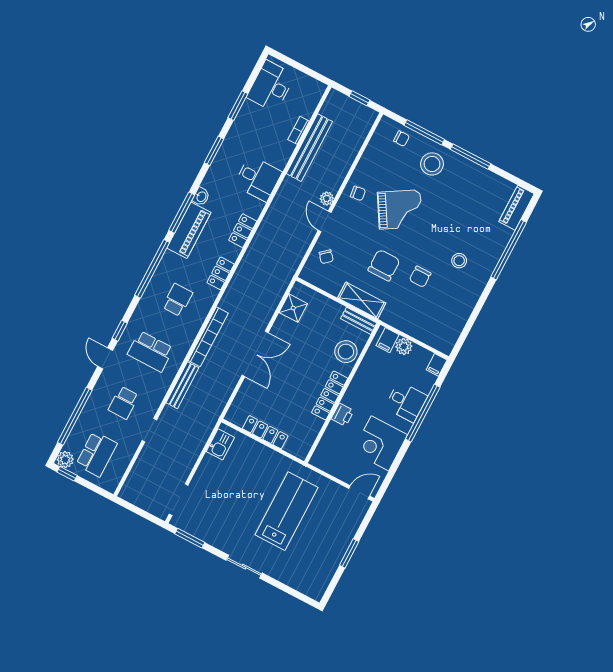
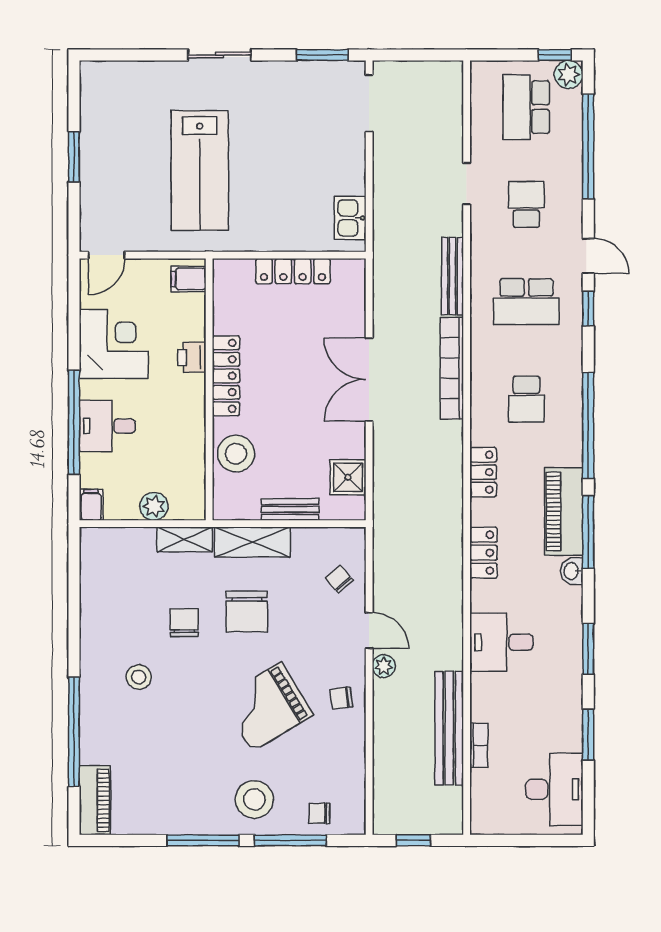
bench: (359, 321) -> (290, 509), moved
shelving: (397, 321) -> (185, 539), added
filing cabinet: (387, 340) -> (188, 279), moved, turned -90
school desk: (150, 351) -> (526, 302), turned 180

